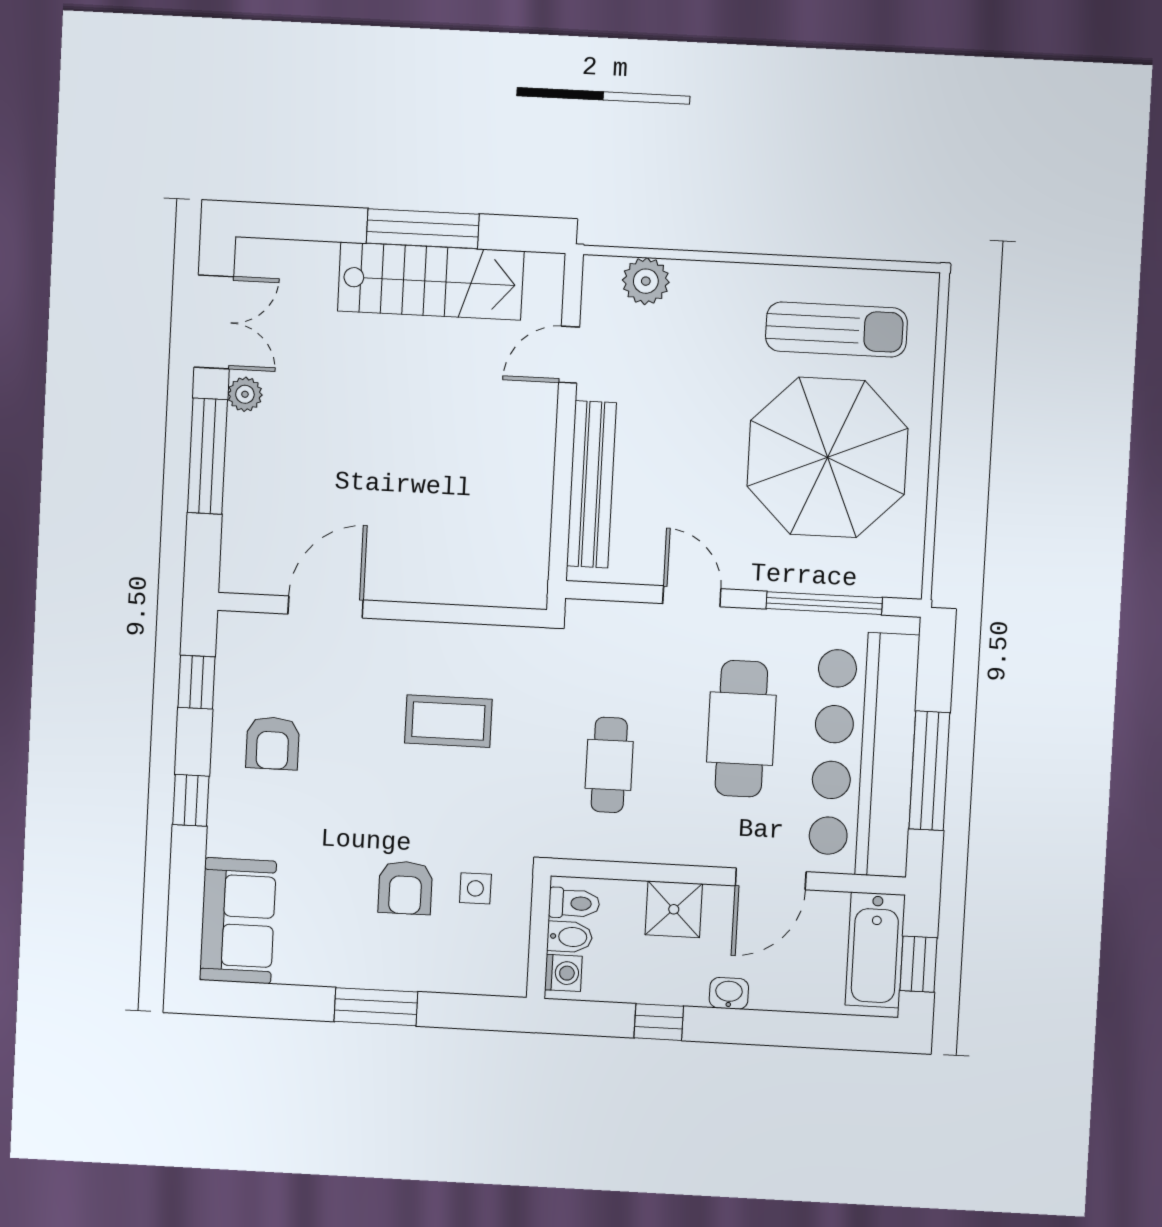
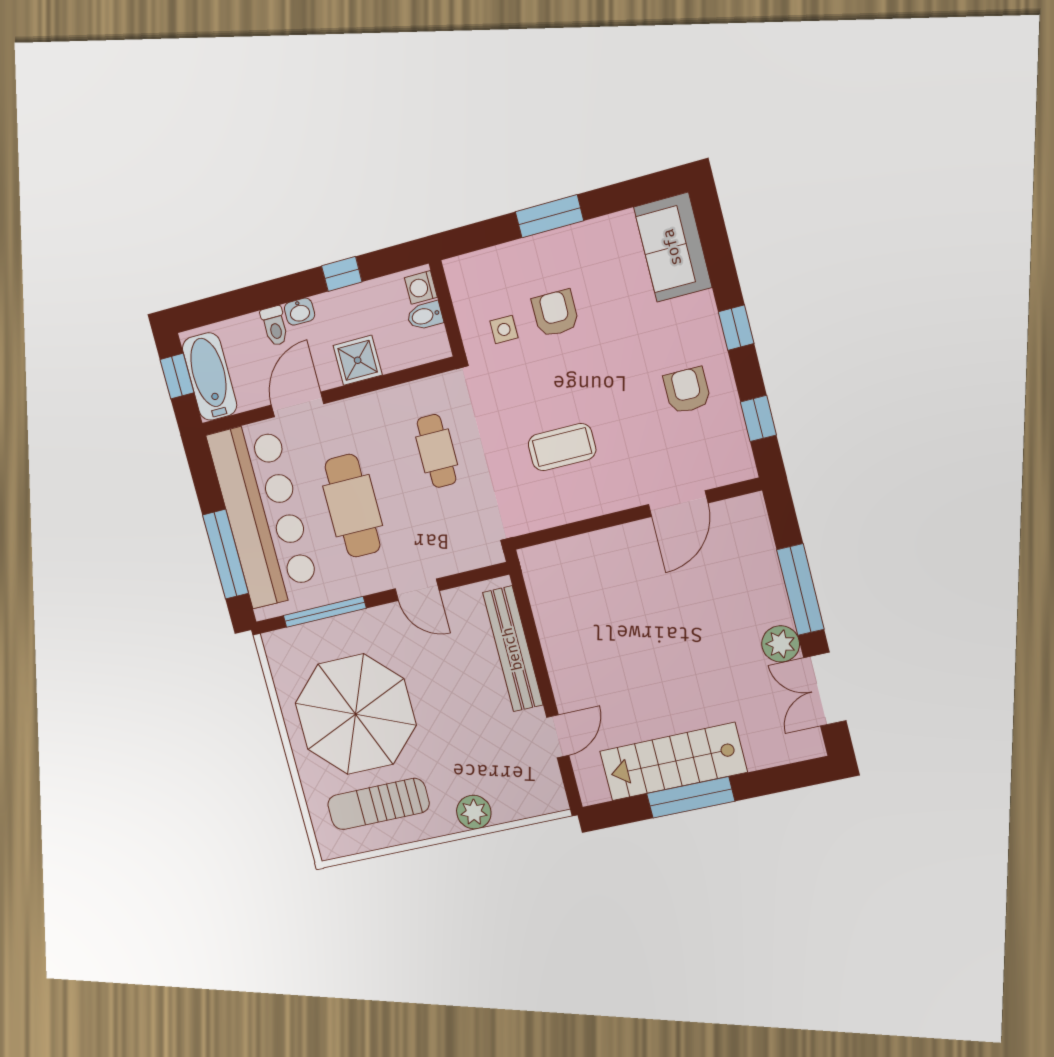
plant: (646, 281) -> (474, 812), moved
plant: (245, 394) -> (781, 644), width x1.38, depth x1.38
window: (929, 771) -> (226, 554), moved
toilet: (574, 903) -> (275, 326), moved, turned -90

